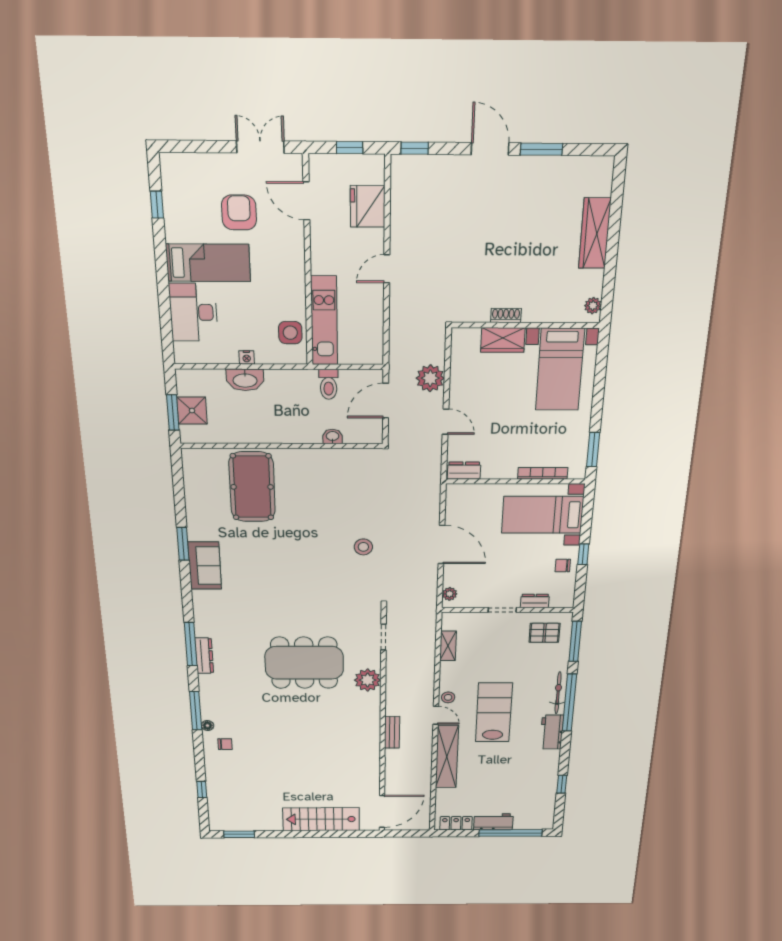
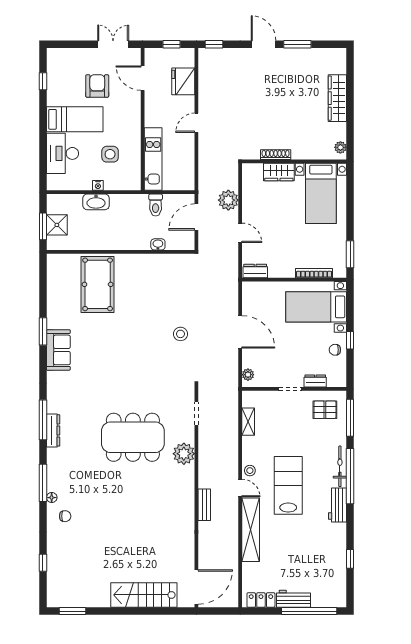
shoe rack: (506, 315) -> (276, 155), width x1.43
side table: (290, 333) -> (110, 154), moved

